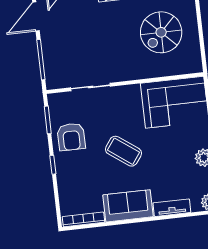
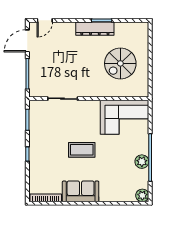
armchair: (71, 137) -> (44, 135), removed
coffee table: (123, 151) -> (82, 150), turned -36
tv unit: (172, 208) -> (113, 197), removed

